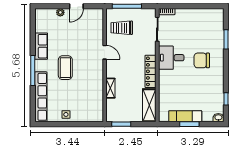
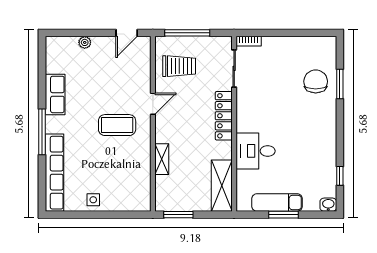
door: (76, 6) -> (127, 33), moved
trolley: (122, 28) -> (179, 66), turned 180
door: (105, 52) -> (153, 104), hinge flipped
desk: (171, 58) -> (256, 151), moved
chair: (202, 60) -> (316, 81), moved, turned 90
coffee table: (65, 68) -> (117, 125), moved, turned 90
locker: (151, 71) -> (224, 116), moved

